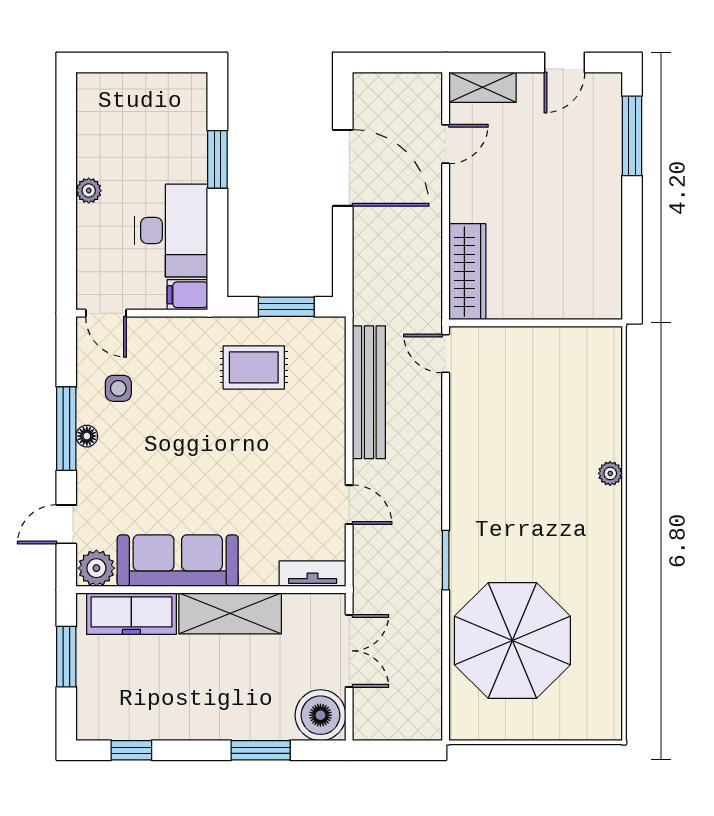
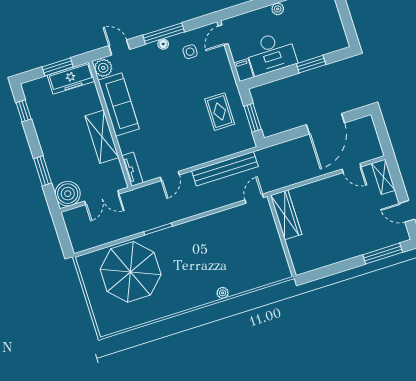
wardrobe: (467, 272) -> (286, 215), moved, turned -90
freezer: (131, 614) -> (71, 78), moved, turned -90

